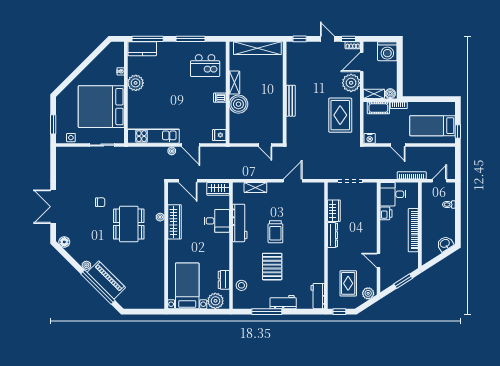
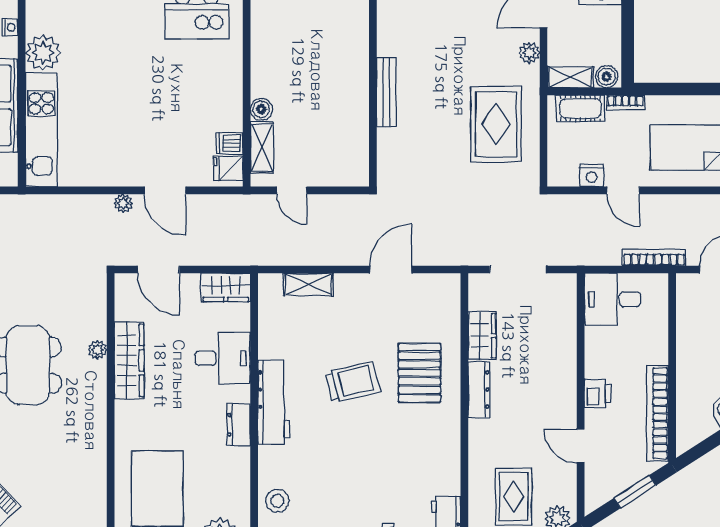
shelving: (234, 82) -> (262, 148), moved
plant: (351, 83) -> (529, 53), width x0.53, depth x0.53
dishwasher: (220, 98) -> (229, 143), moved
boiler: (238, 104) -> (261, 109), width x0.54, depth x0.54
kitchen unit: (153, 136) -> (41, 130), moved, turned 90
nightstand: (370, 138) -> (592, 176), moved
door: (265, 145) -> (292, 190), moved
printer: (386, 213) -> (597, 394), moved
workbench: (240, 223) -> (273, 402), moved
bookcase: (413, 230) -> (657, 413), moved
trolley: (275, 232) -> (352, 382), turned -103
pallet: (272, 267) -> (419, 373), moved
dresser: (224, 280) -> (238, 425), moved

